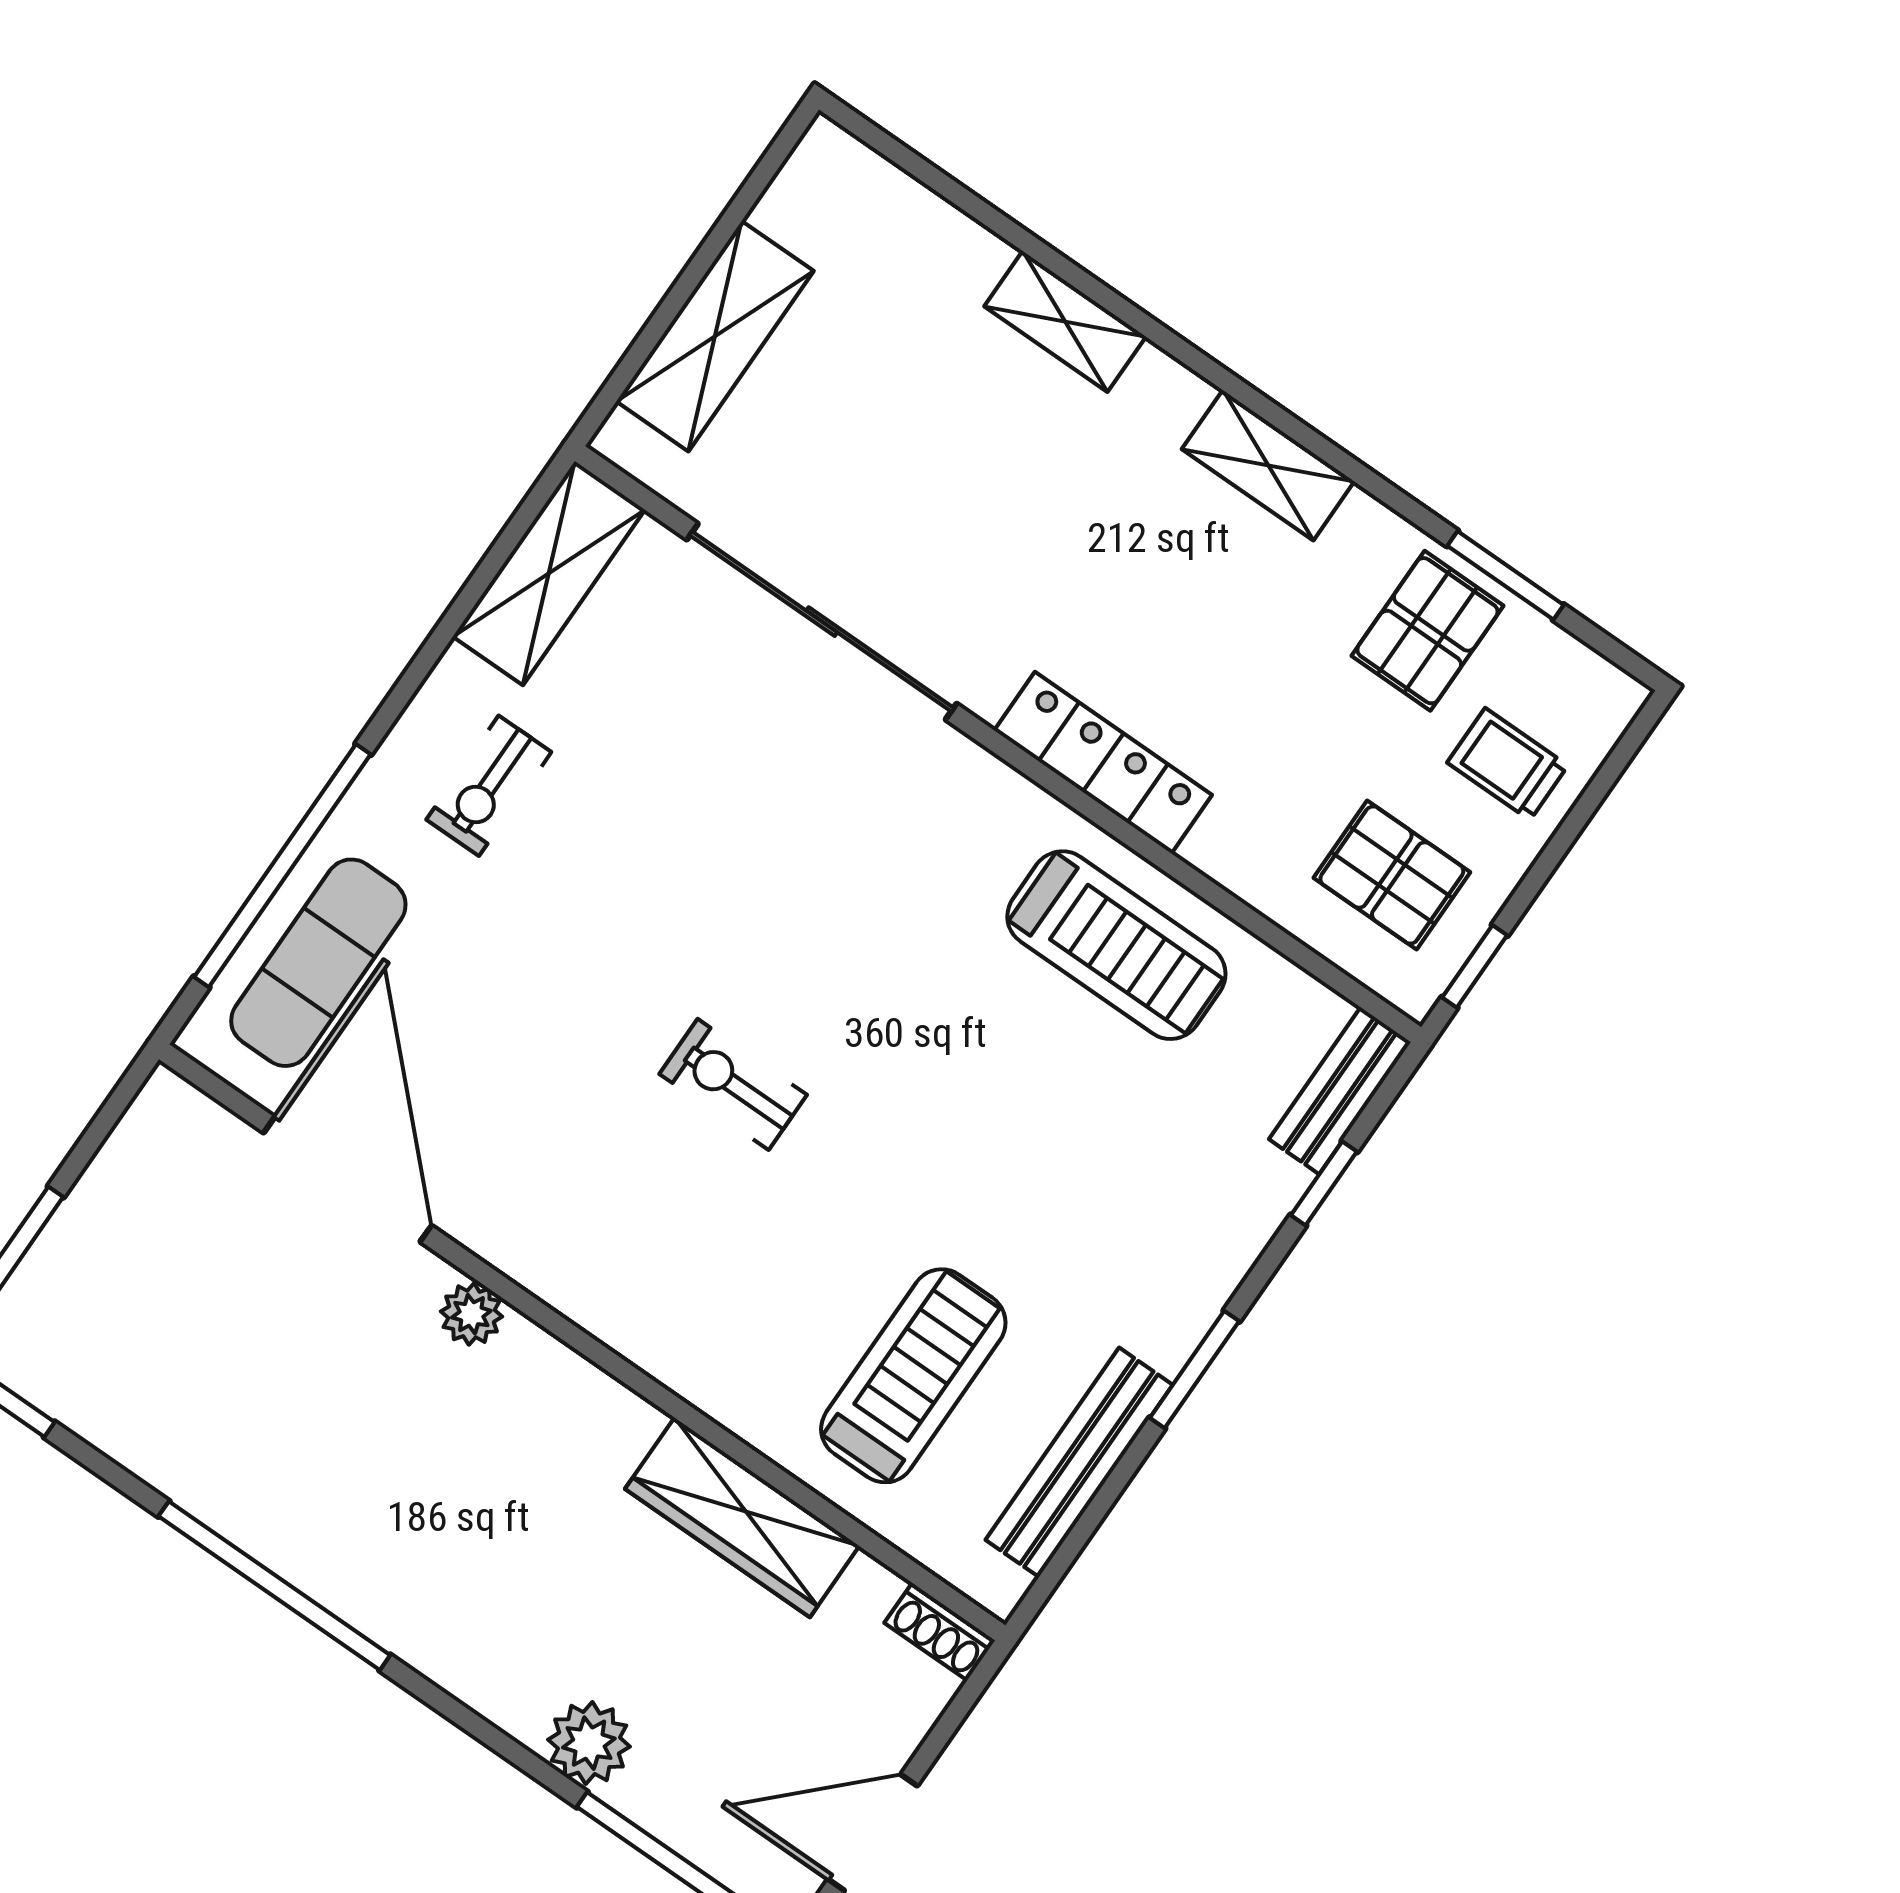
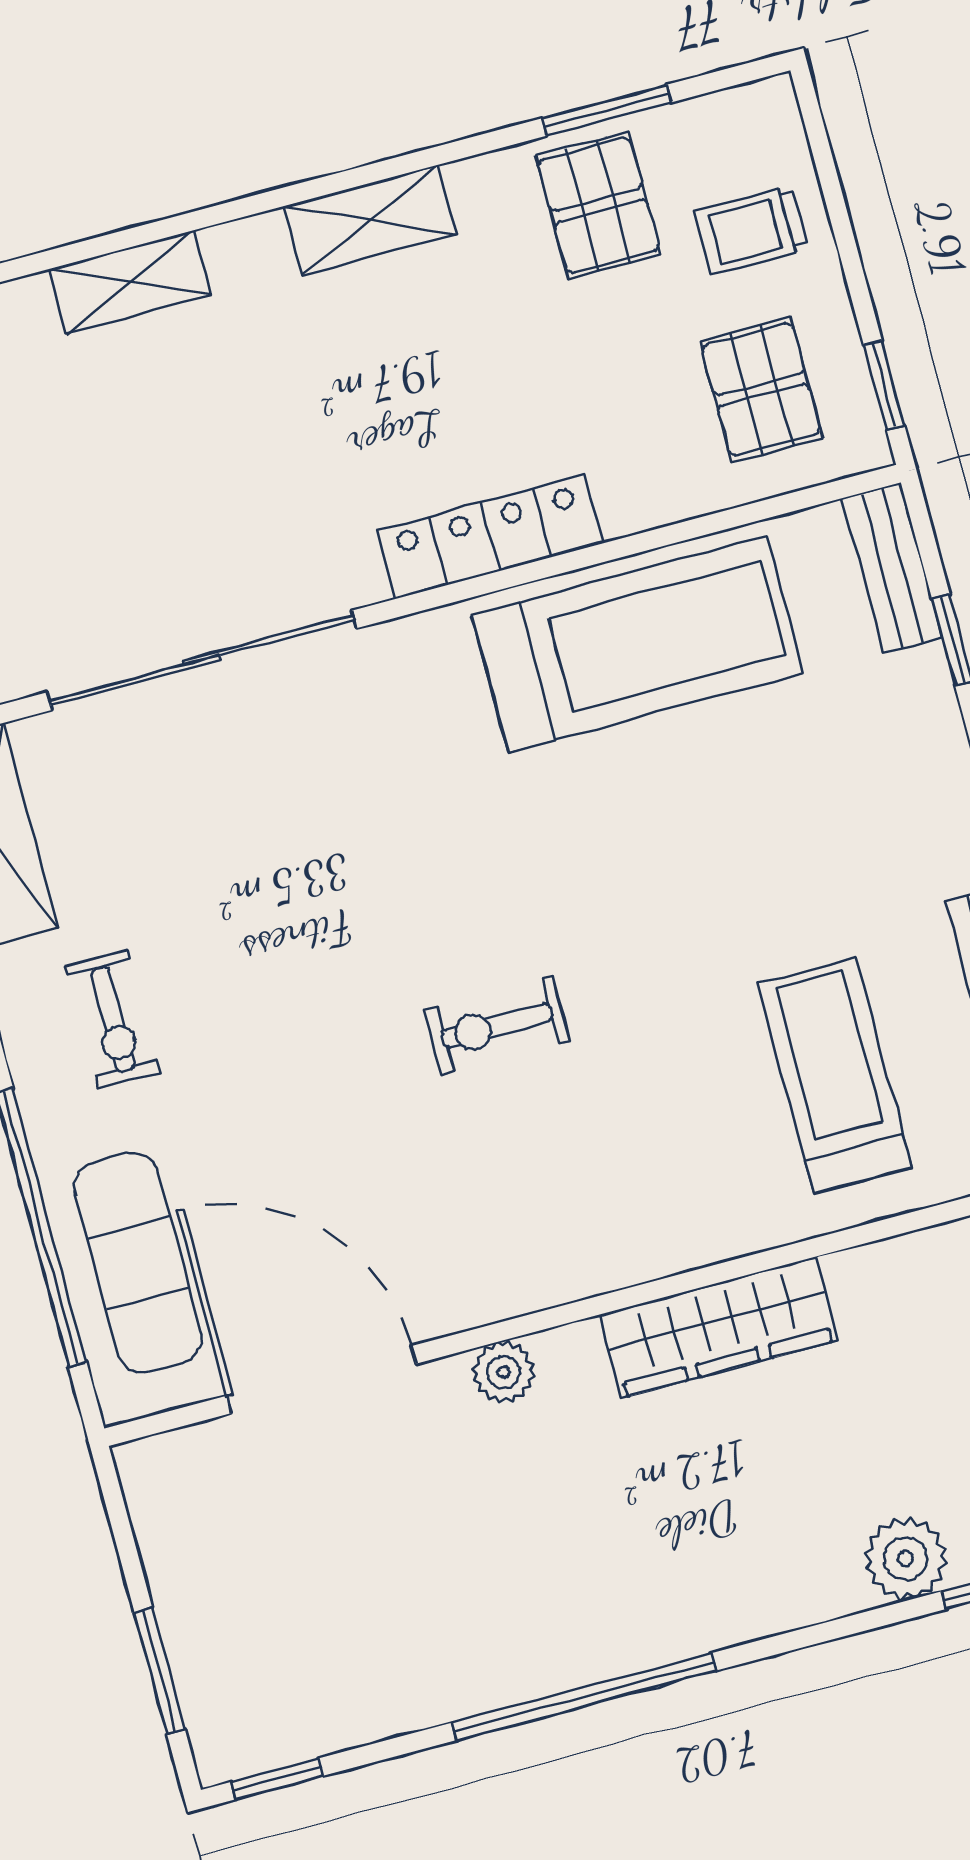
pallet: (1392, 875) -> (761, 389), turned 90
treadmill: (1116, 945) -> (638, 644), width x1.37, depth x1.38
wardrobe: (742, 1517) -> (719, 1327), moved

